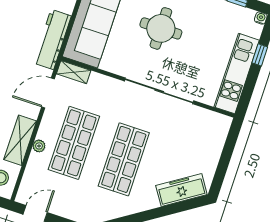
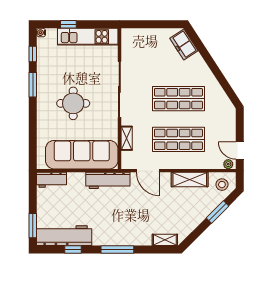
shelving: (74, 72) -> (127, 138), moved
plant: (39, 146) -> (228, 164), moved
freezer: (181, 190) -> (184, 44), width x0.71

